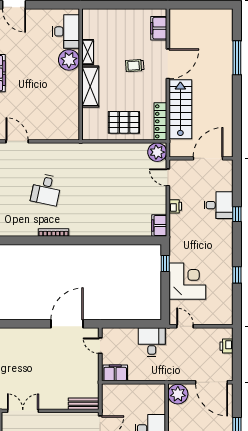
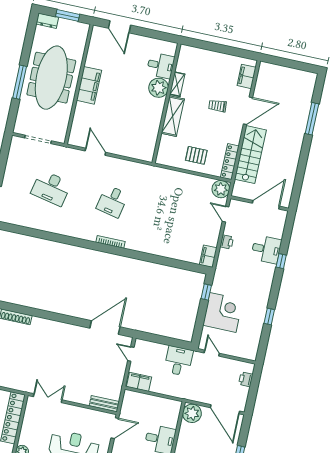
desk: (66, 31) -> (161, 65), width x0.73
pallet: (124, 122) -> (196, 155), width x0.67, depth x0.71

